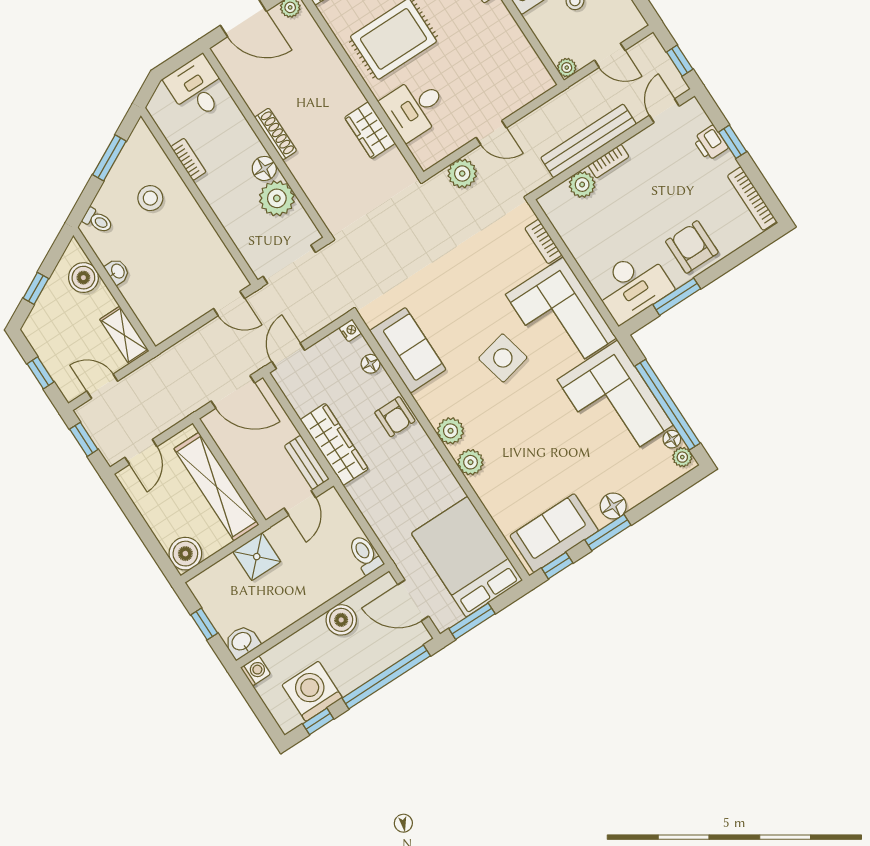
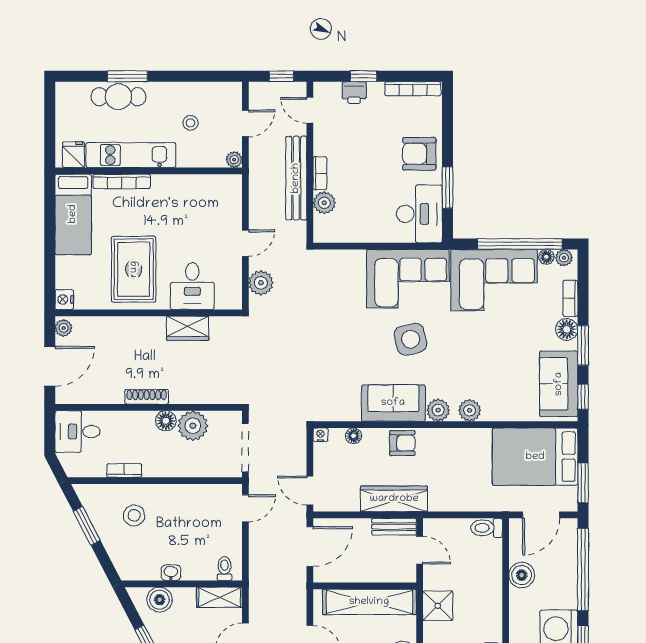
toilet: (98, 221) -> (225, 569), moved, turned -63
bookcase: (543, 241) -> (570, 298), moved, turned 90
sofa: (408, 350) -> (393, 403), moved

